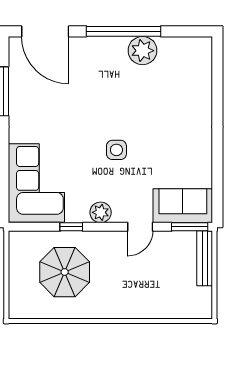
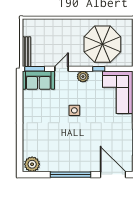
plant: (143, 51) -> (32, 164), moved
parasol: (65, 272) -> (102, 44), width x1.36, depth x1.36

